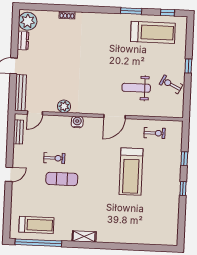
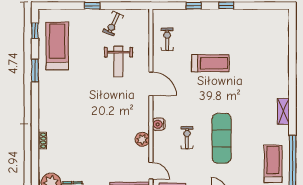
exercise bike: (54, 158) -> (187, 138), moved
treadmill: (131, 172) -> (210, 63), width x0.73, depth x0.73
exercise mat: (62, 179) -> (222, 138), width x1.36, depth x1.45

